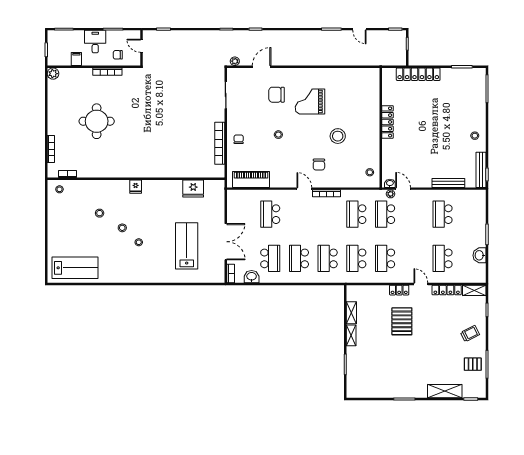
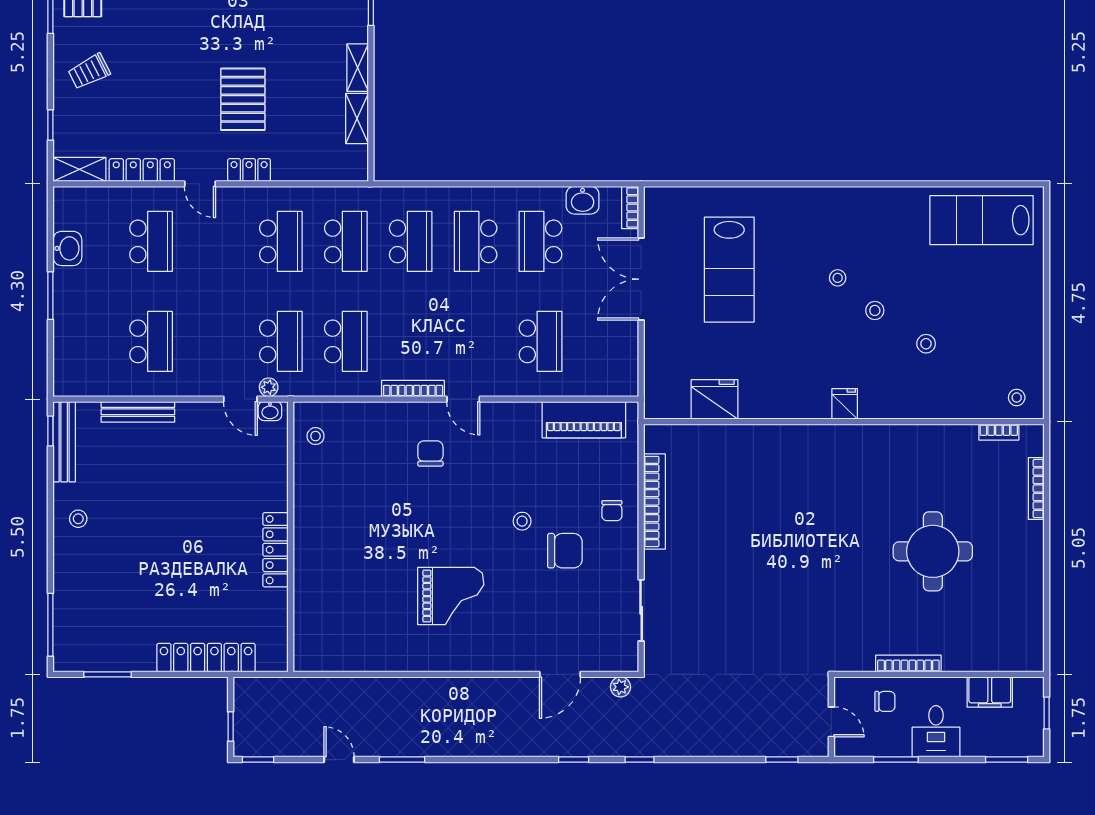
filing cabinet: (76, 59) -> (990, 692), width x2.00
plant: (53, 74) -> (1031, 659), removed
chair: (277, 95) -> (565, 551), moved
stool: (338, 136) -> (388, 518), removed
school desk: (299, 258) -> (476, 241), turned 180

